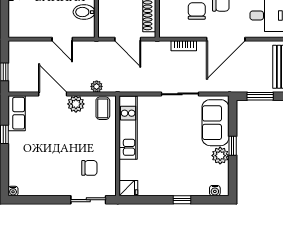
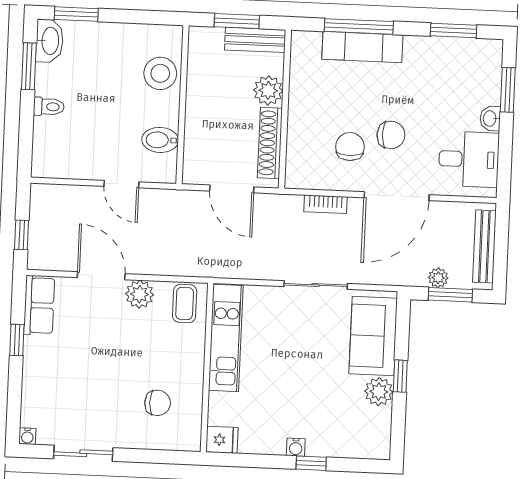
plant: (97, 86) -> (438, 278), moved
water cooler: (215, 191) -> (296, 447), moved
sliding door: (88, 200) -> (83, 453), moved

